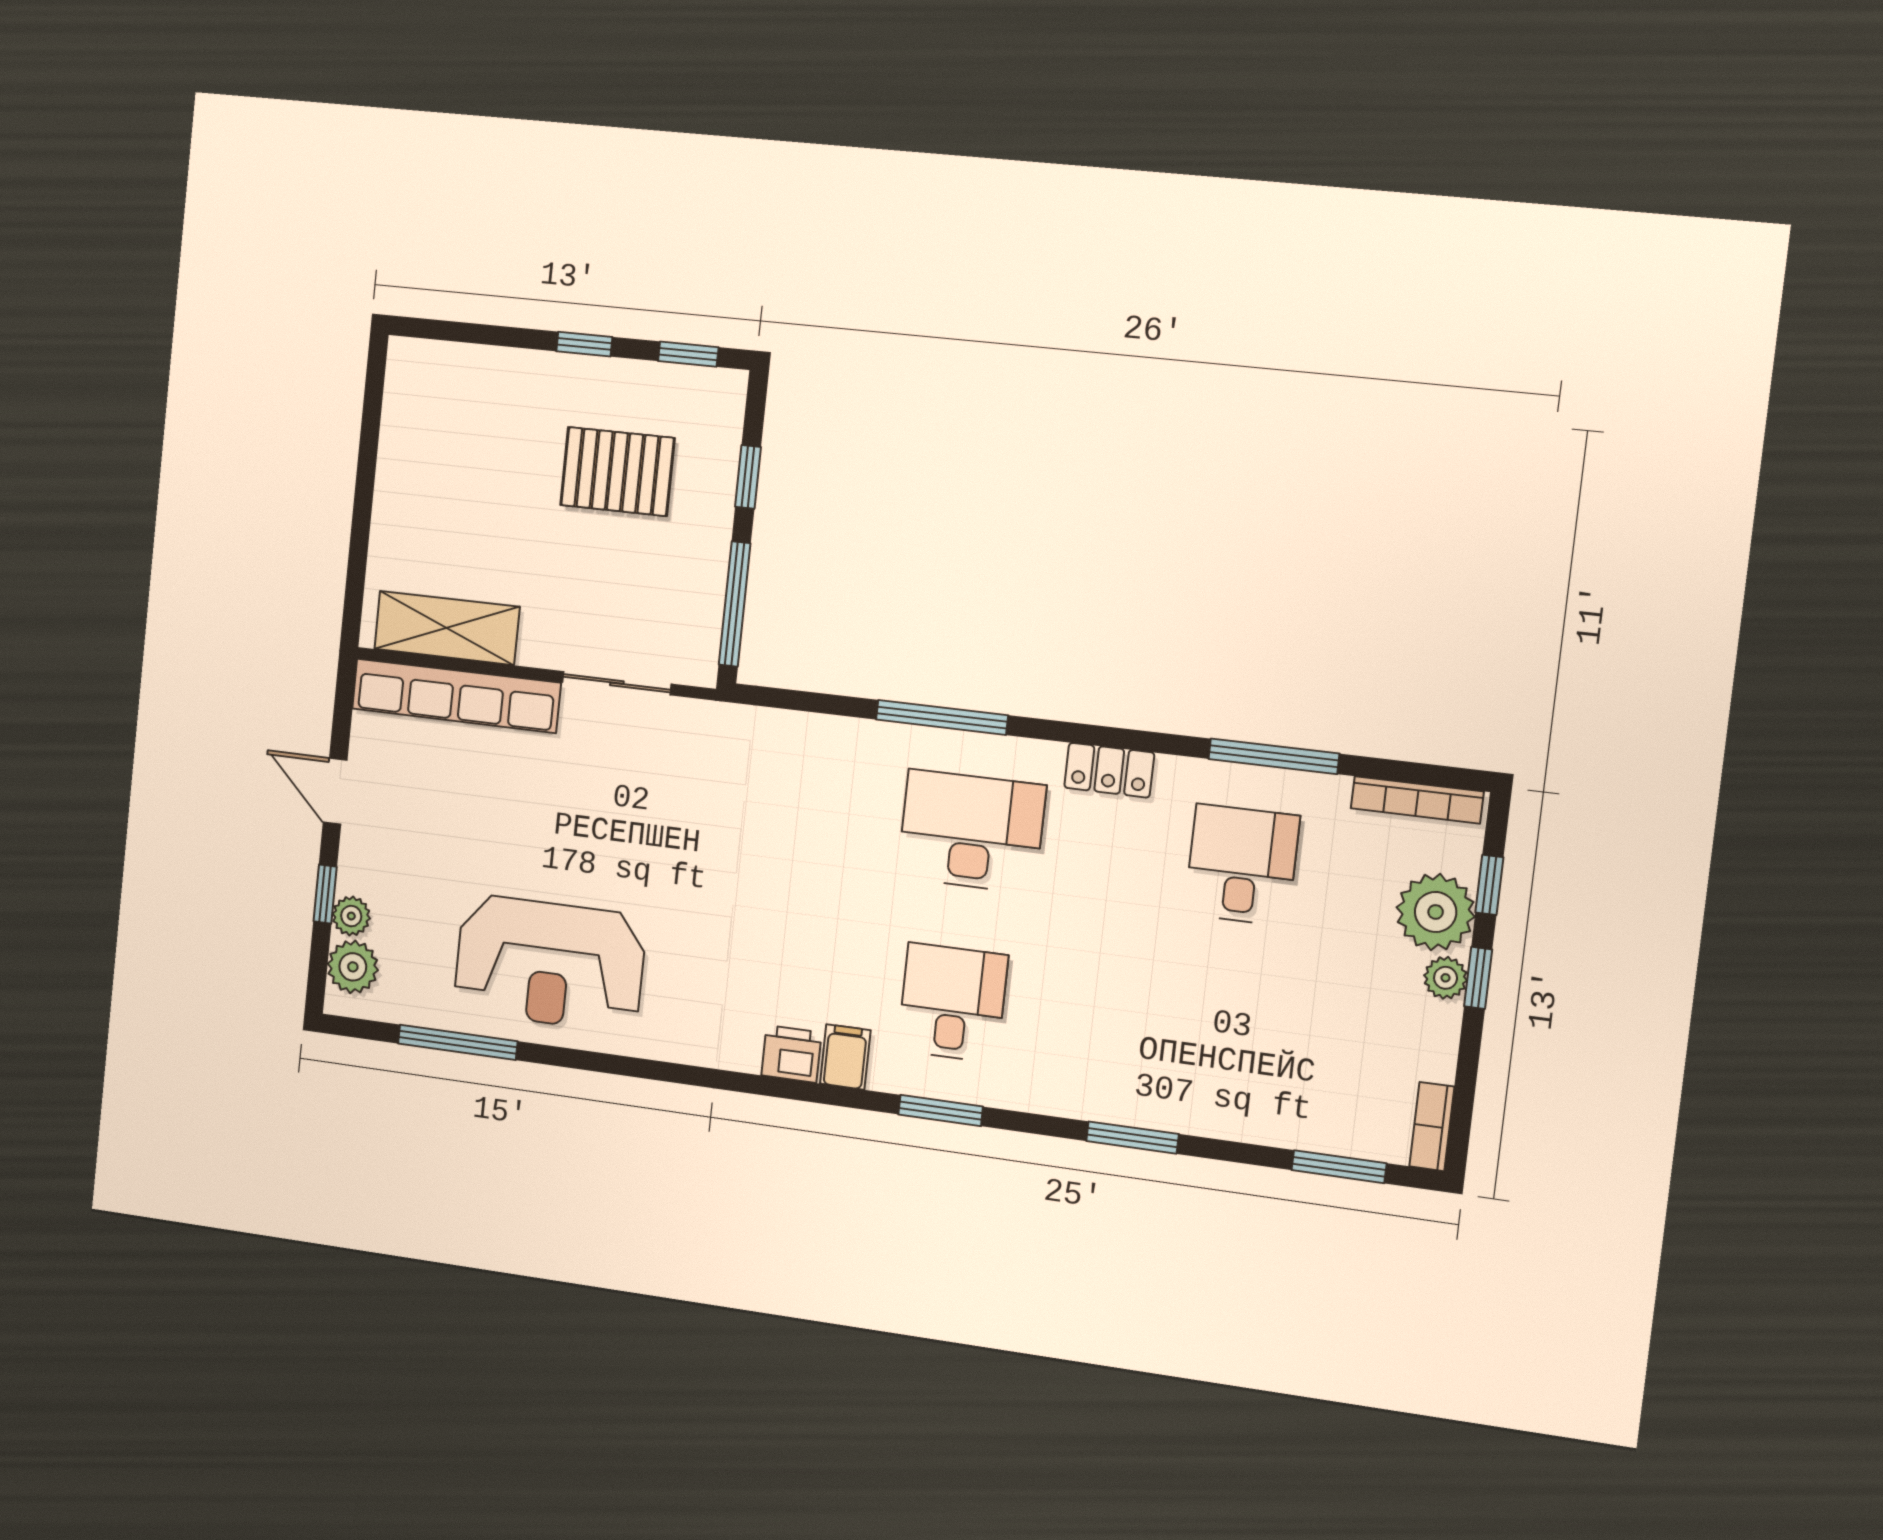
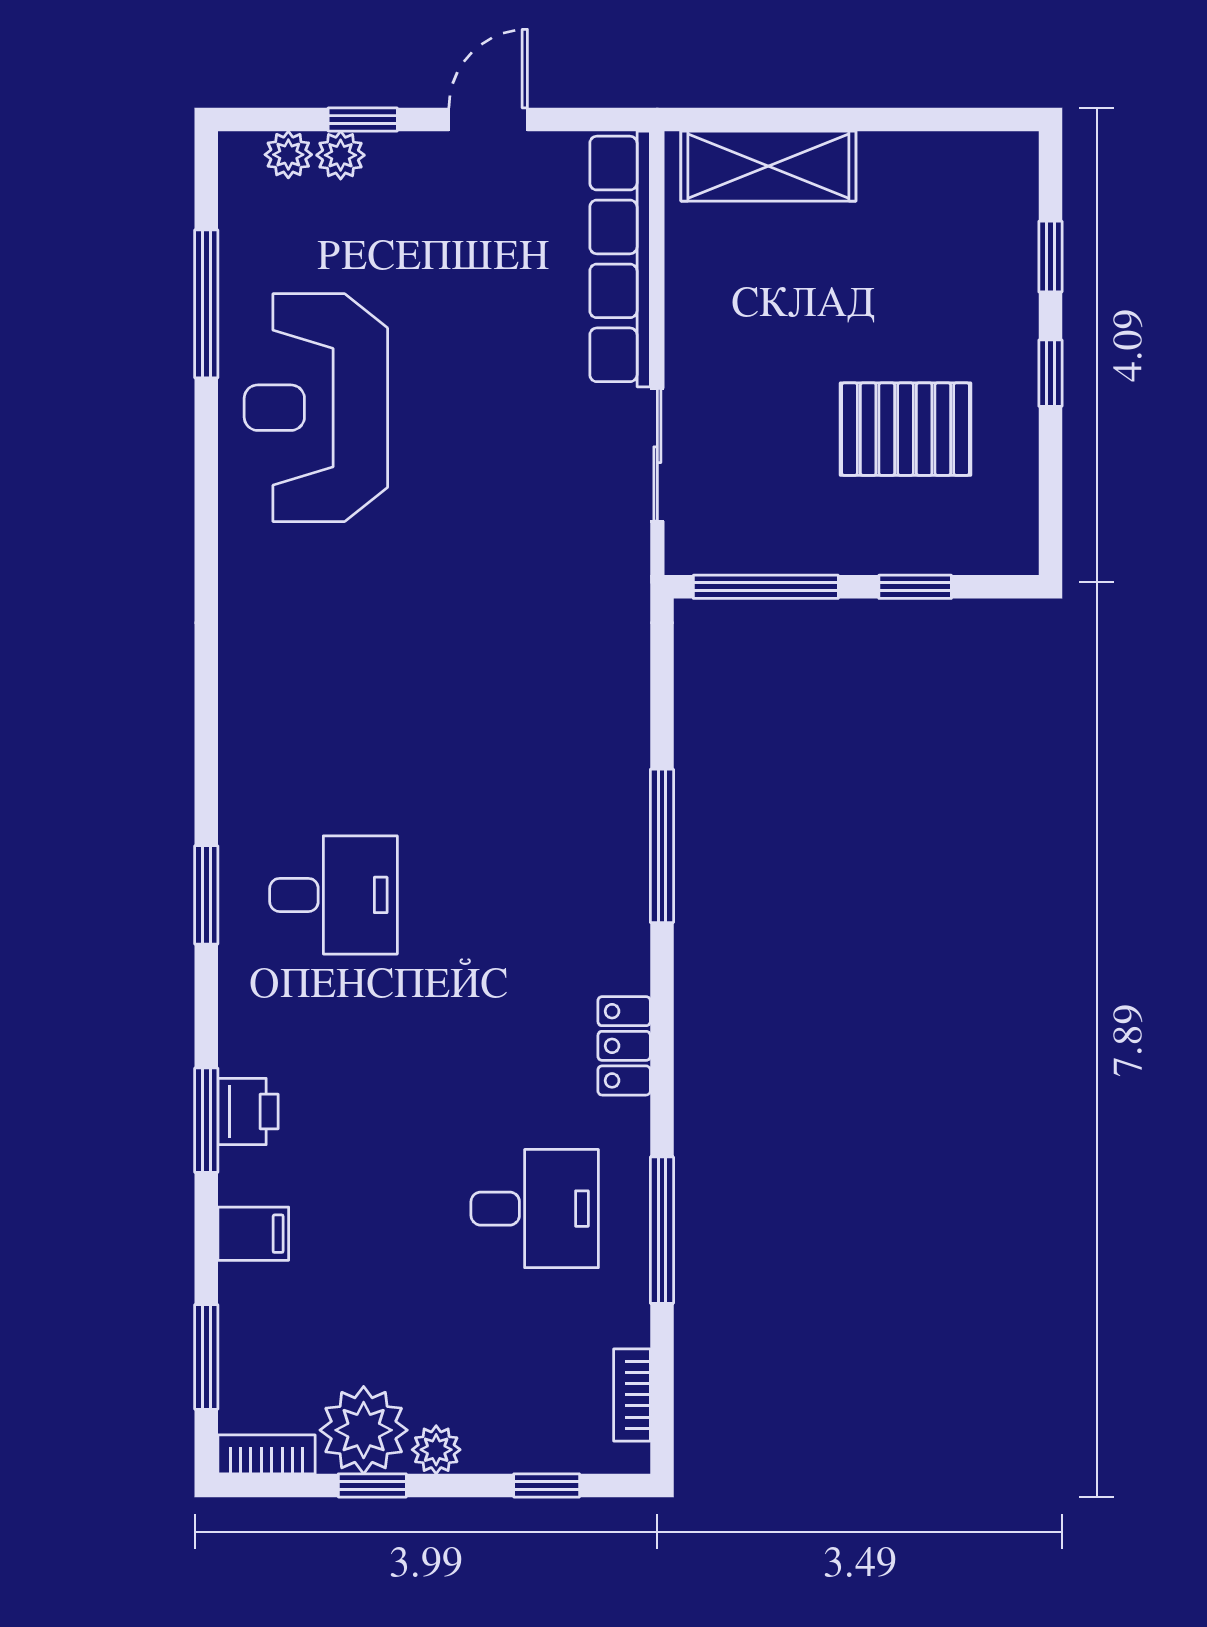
window: (688, 354) -> (1050, 257), moved
pallet: (617, 472) -> (905, 429), turned 90
shelving: (447, 628) -> (768, 166), moved, turned 90
bookcase: (1417, 800) -> (632, 1395), width x0.64
desk: (972, 831) -> (535, 895), removed
plant: (1436, 912) -> (364, 1430), moved
plant: (353, 967) -> (288, 155), width x0.73, depth x0.73
window: (1478, 978) -> (372, 1485), moved
printer: (791, 1054) -> (248, 1111), moved
filing cabinet: (845, 1057) -> (253, 1234), moved

